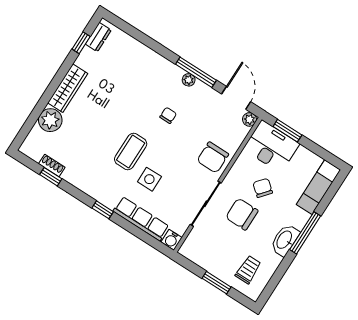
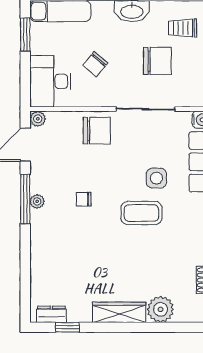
window: (287, 131) -> (25, 35), moved
chair: (242, 214) -> (157, 61), moved, turned -90

